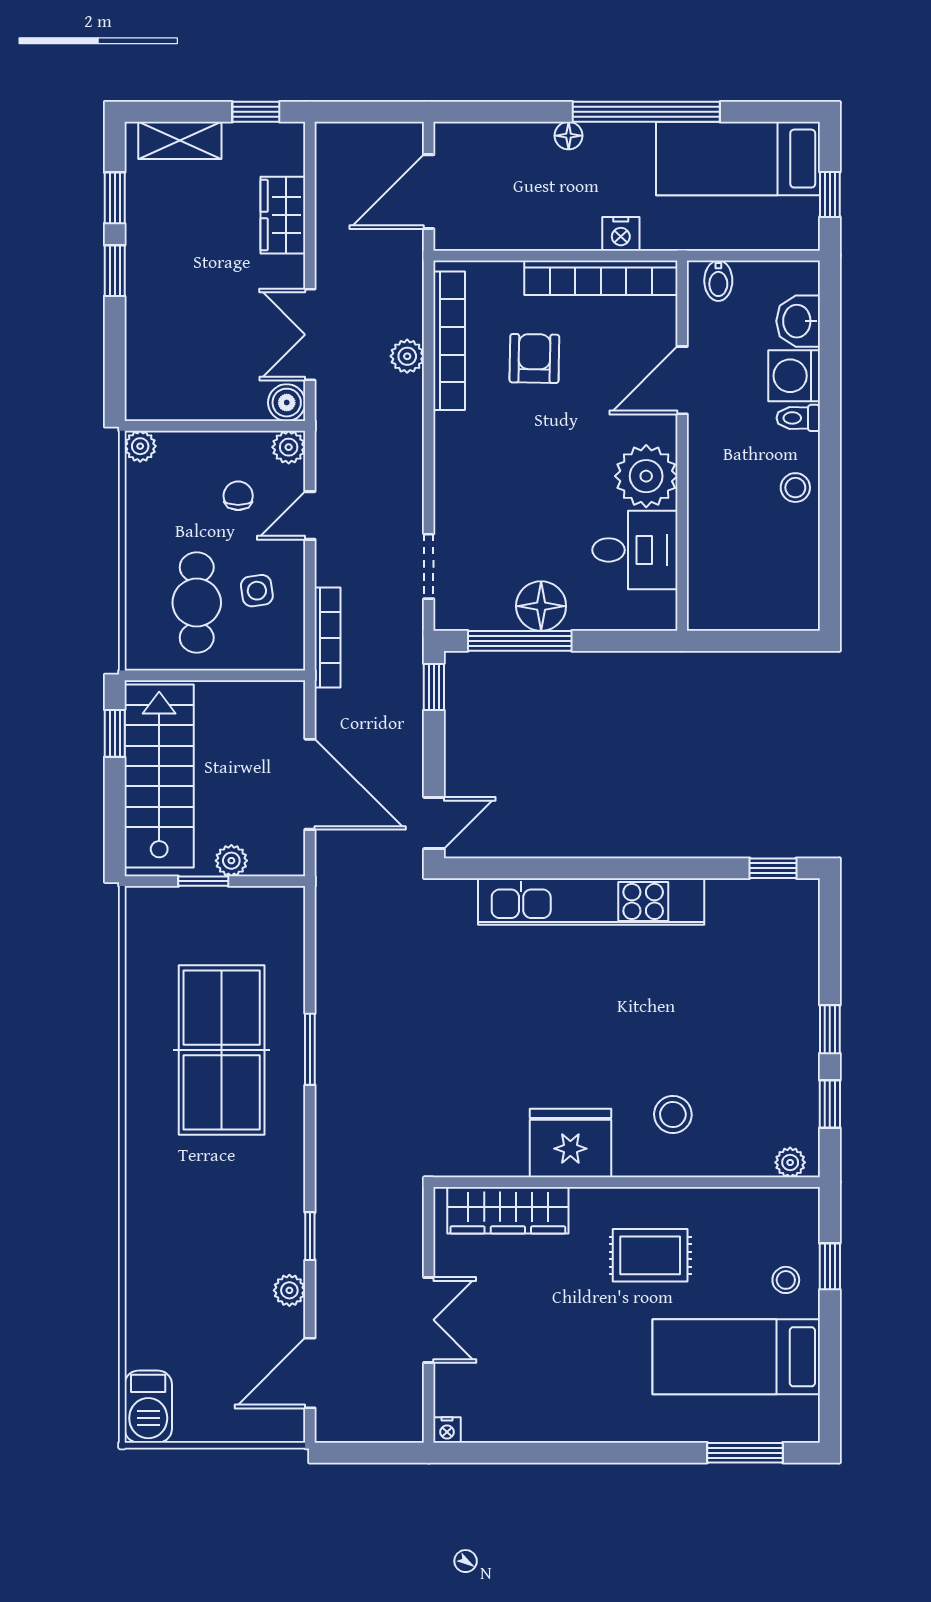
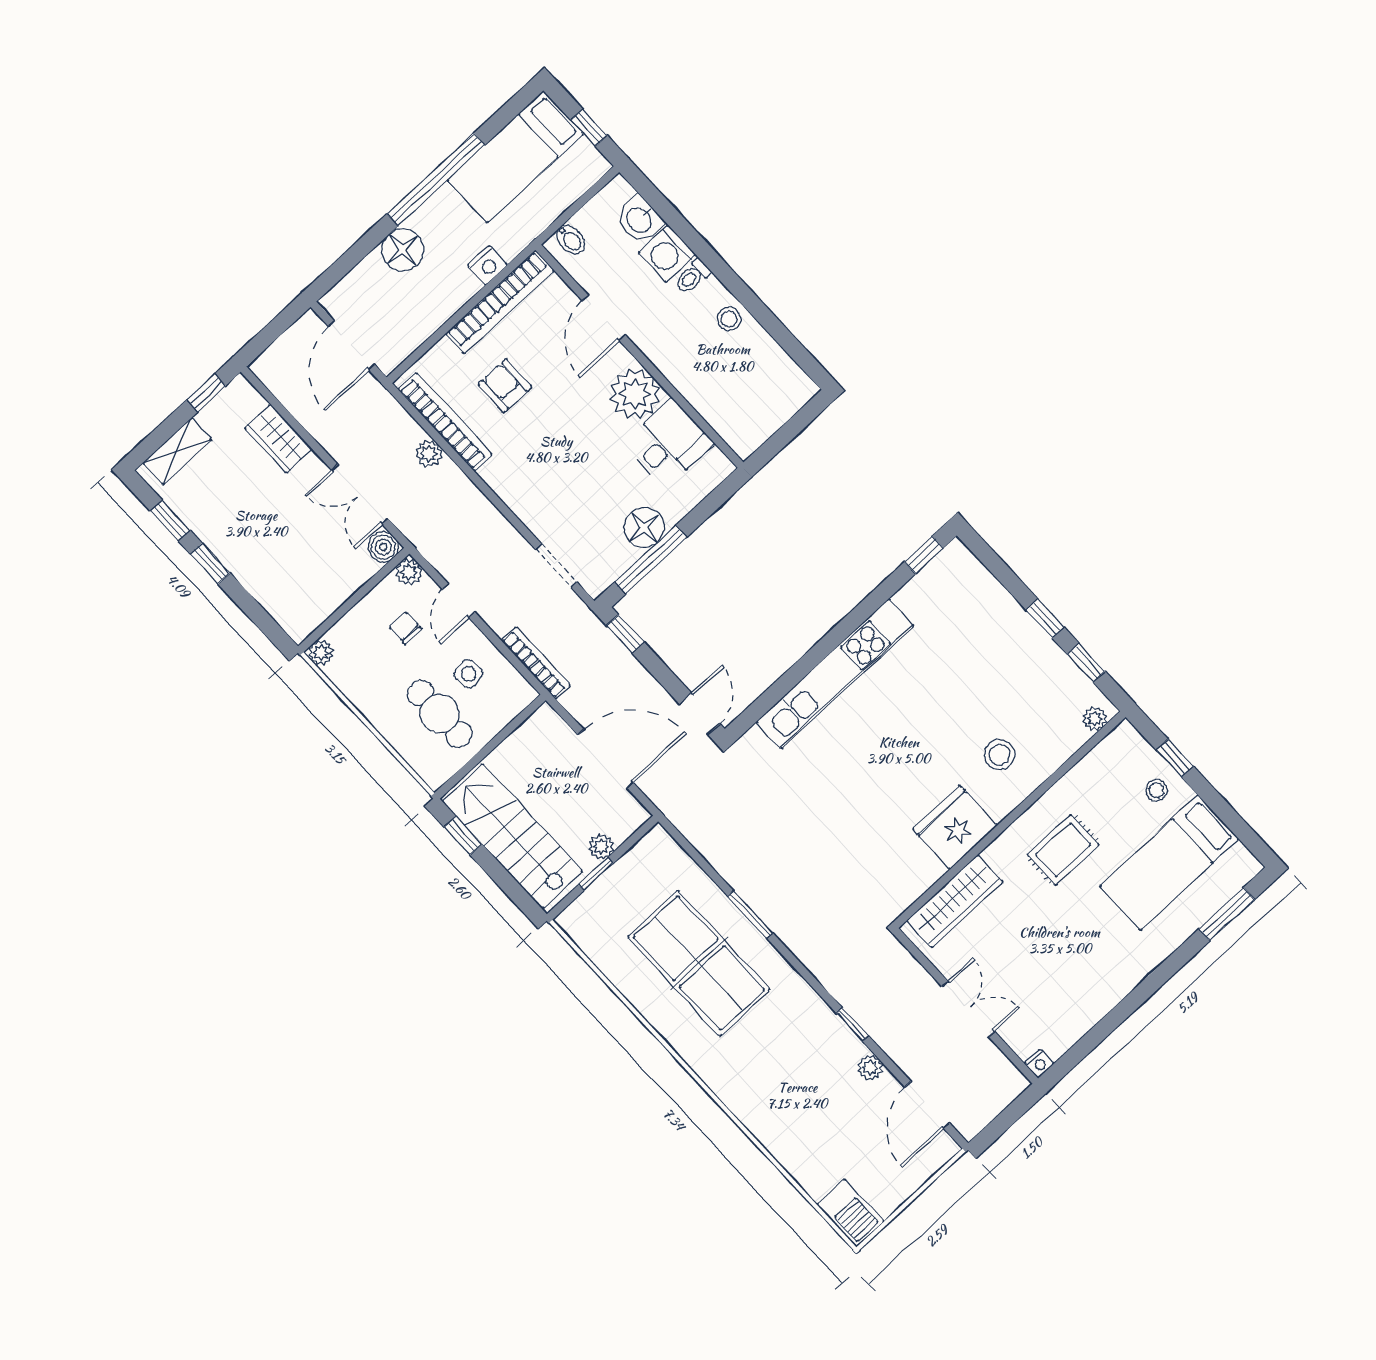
floor lamp: (569, 136) -> (403, 250), width x1.89, depth x1.89

